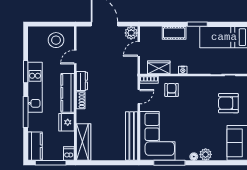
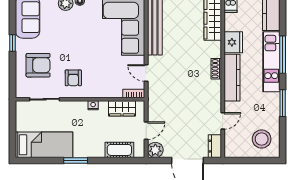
cot: (174, 33) -> (119, 150), moved
stool: (56, 40) -> (262, 139), moved
dresser: (82, 81) -> (215, 146), moved
kitchen unit: (35, 87) -> (271, 62), moved
armchair: (172, 90) -> (73, 78), moved
door: (139, 97) -> (146, 73), hinge flipped

